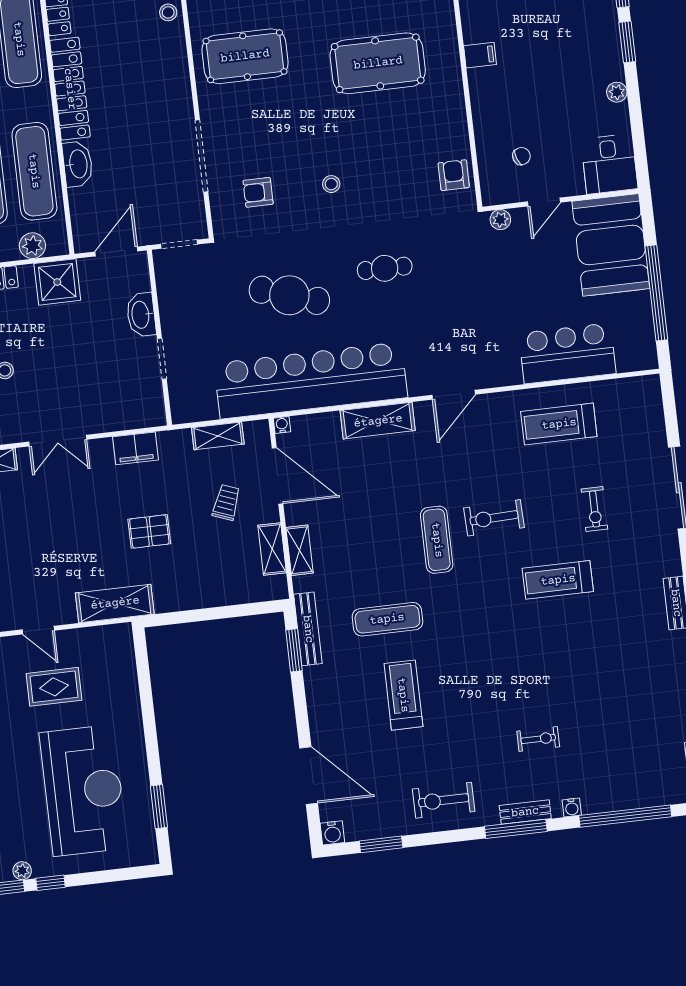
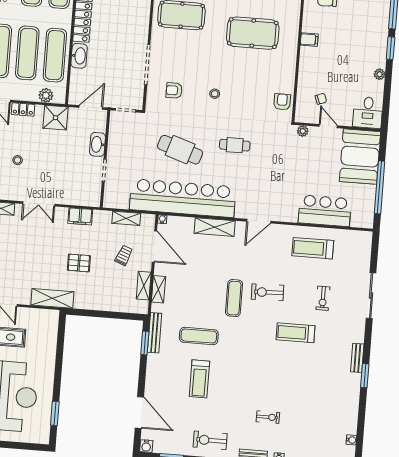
door: (544, 202) -> (328, 126), swing flipped
treadmill: (403, 695) -> (199, 379), turned 180

